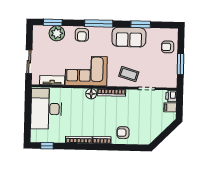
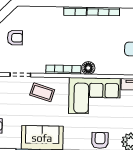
armchair: (123, 133) -> (15, 38), moved

